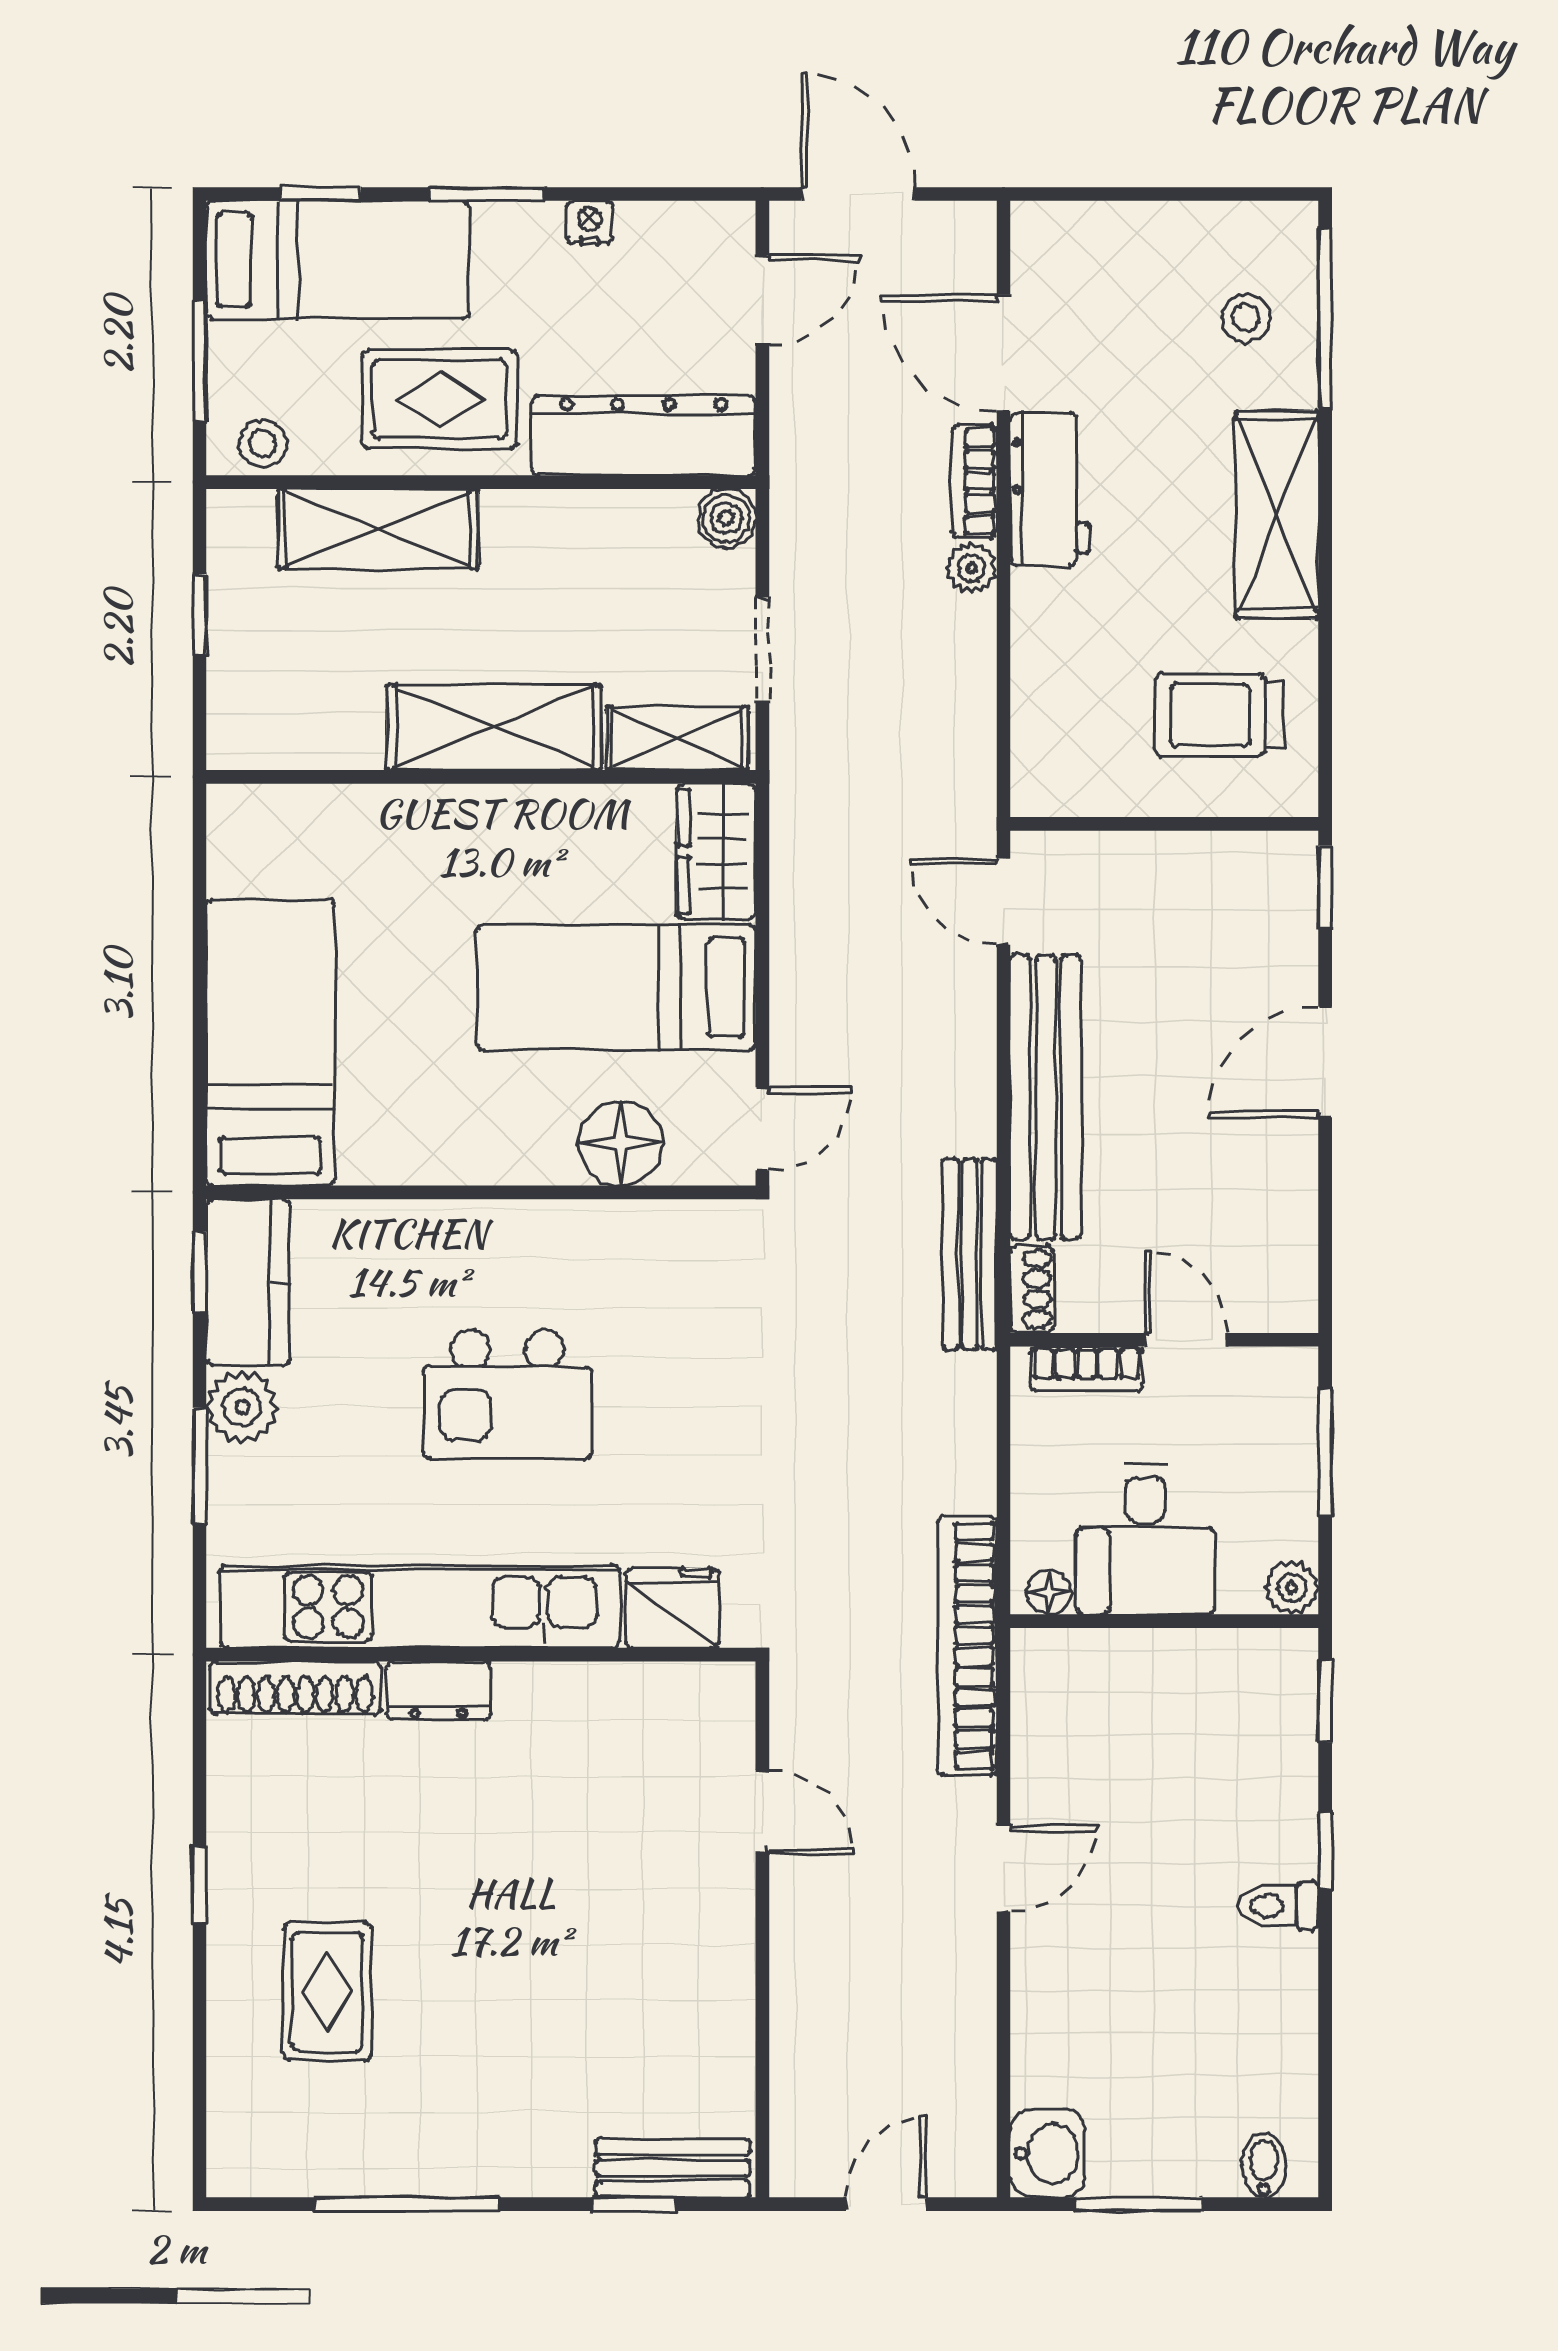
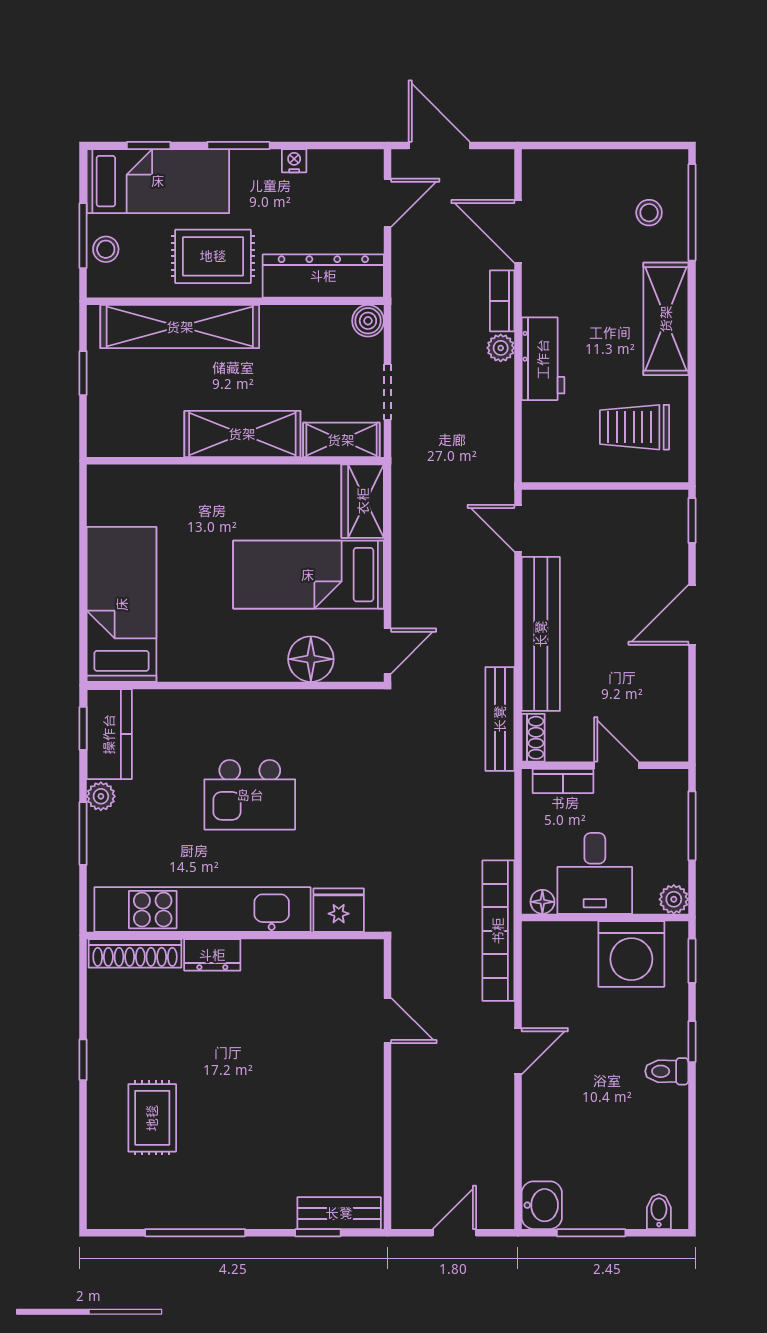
stool: (263, 444) -> (106, 249), moved
workbench: (1050, 489) -> (543, 359), moved
shelving: (378, 529) -> (180, 327), width x1.47
plant: (242, 1407) -> (101, 796), width x0.73, depth x0.73
washing machine: (1213, 1689) -> (631, 954), added

